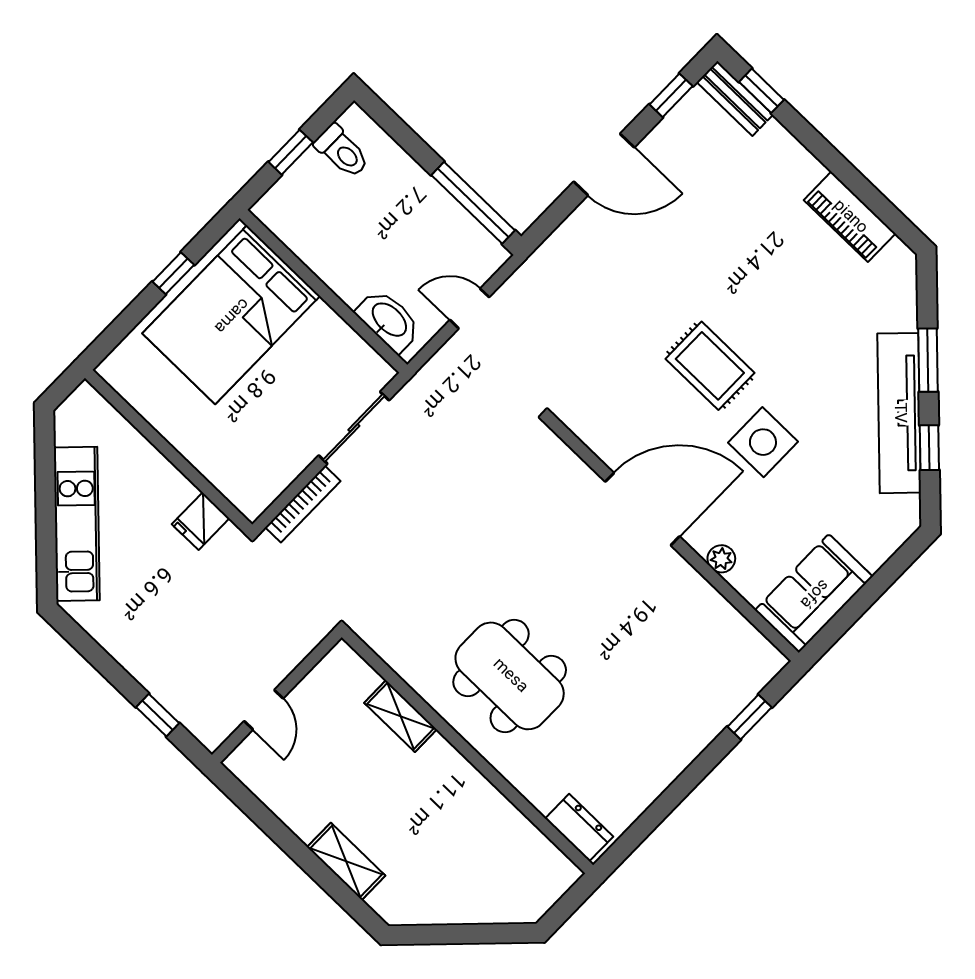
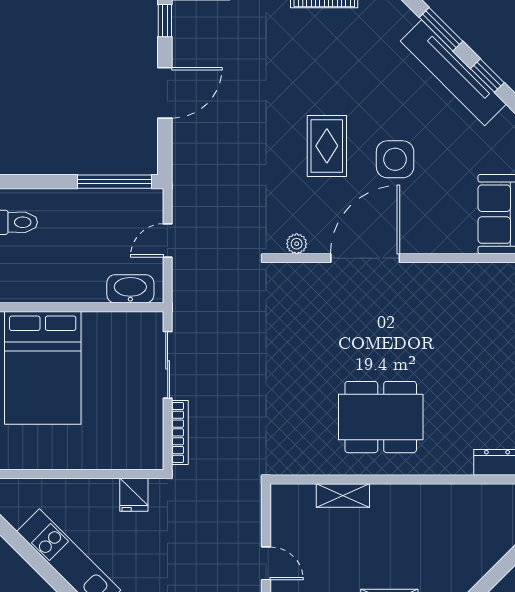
rug: (710, 366) -> (327, 146), turned 90
plant: (721, 559) -> (297, 244), moved

